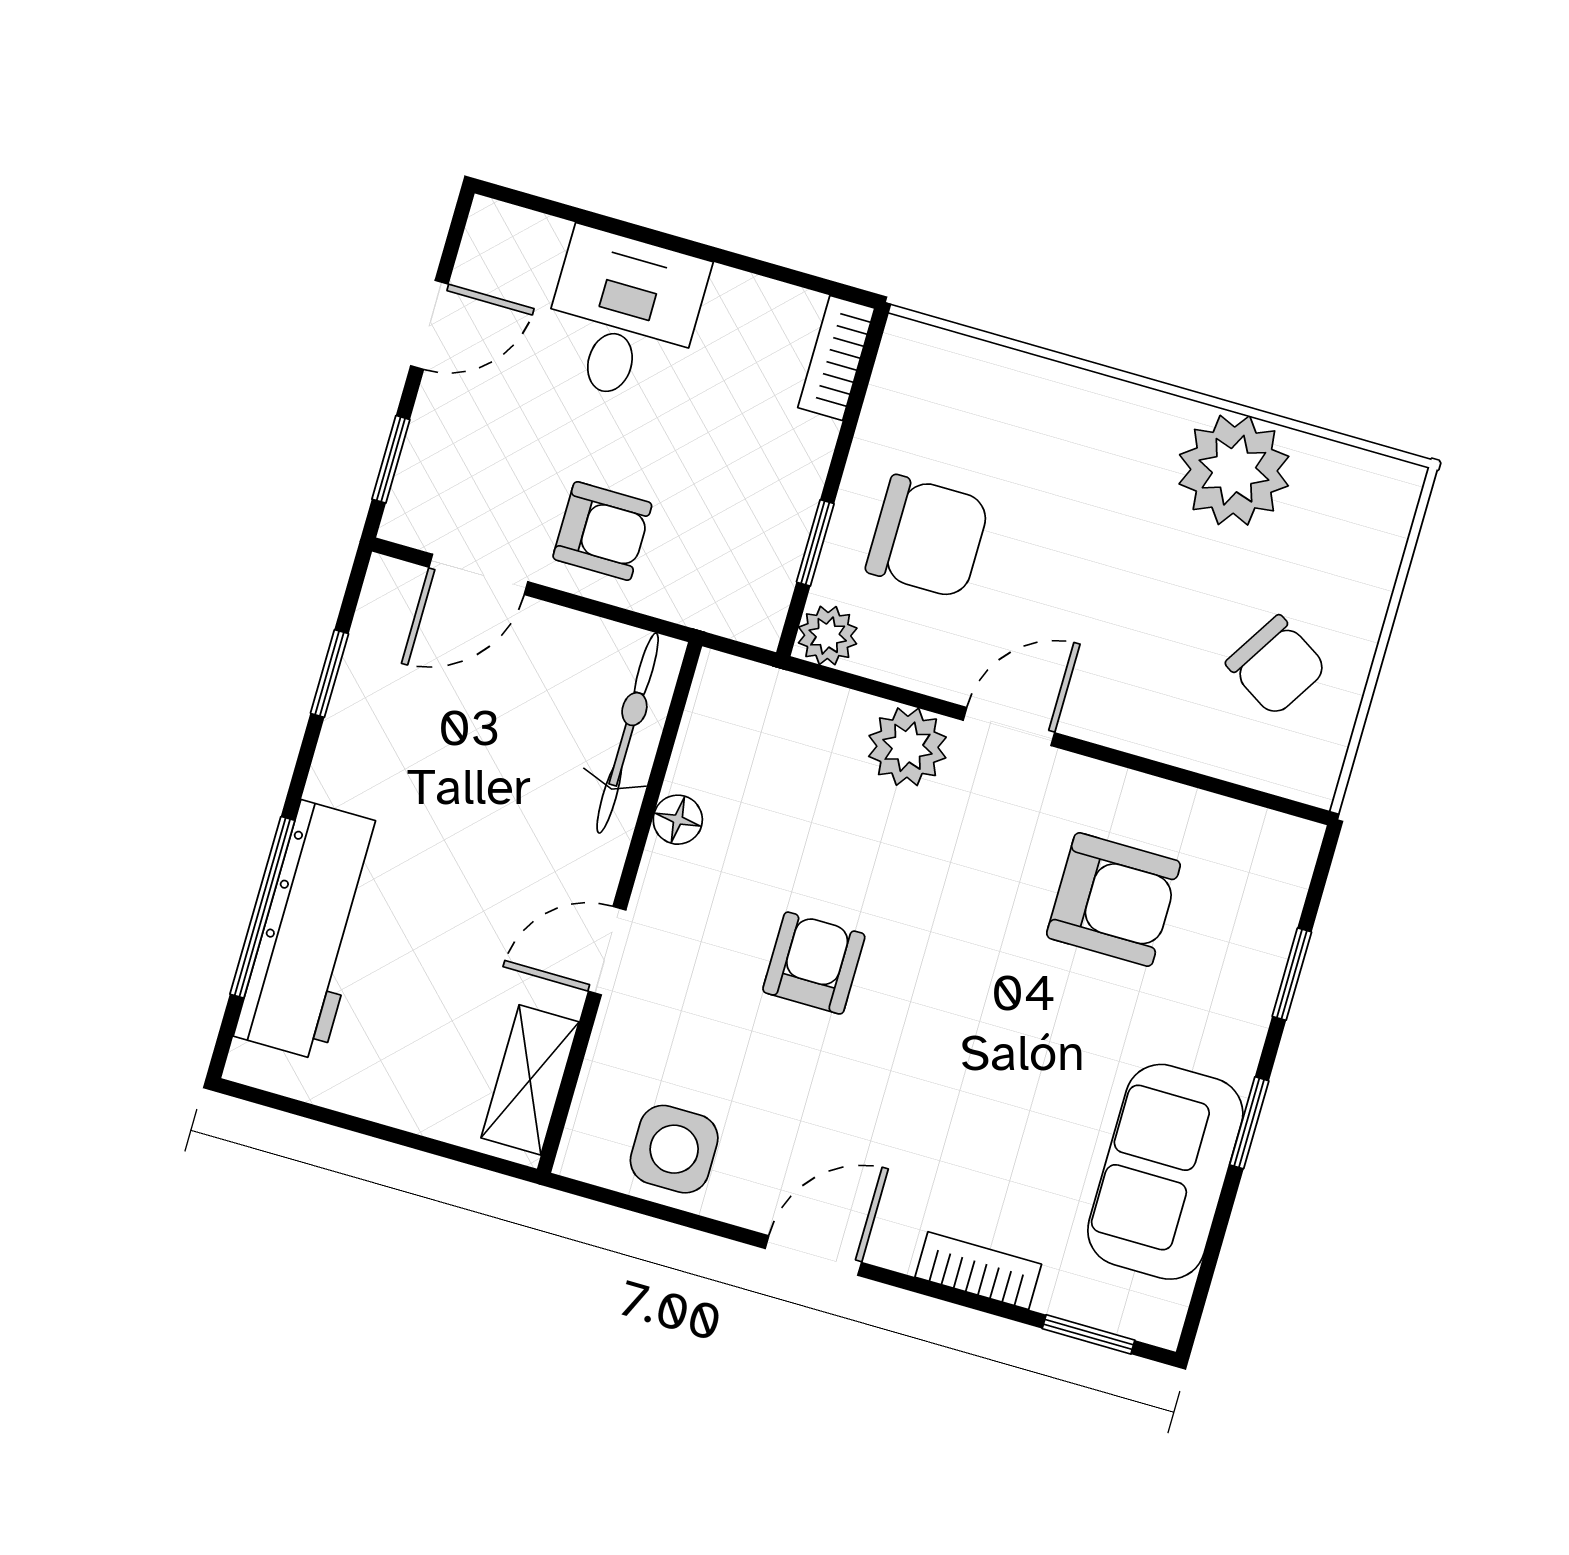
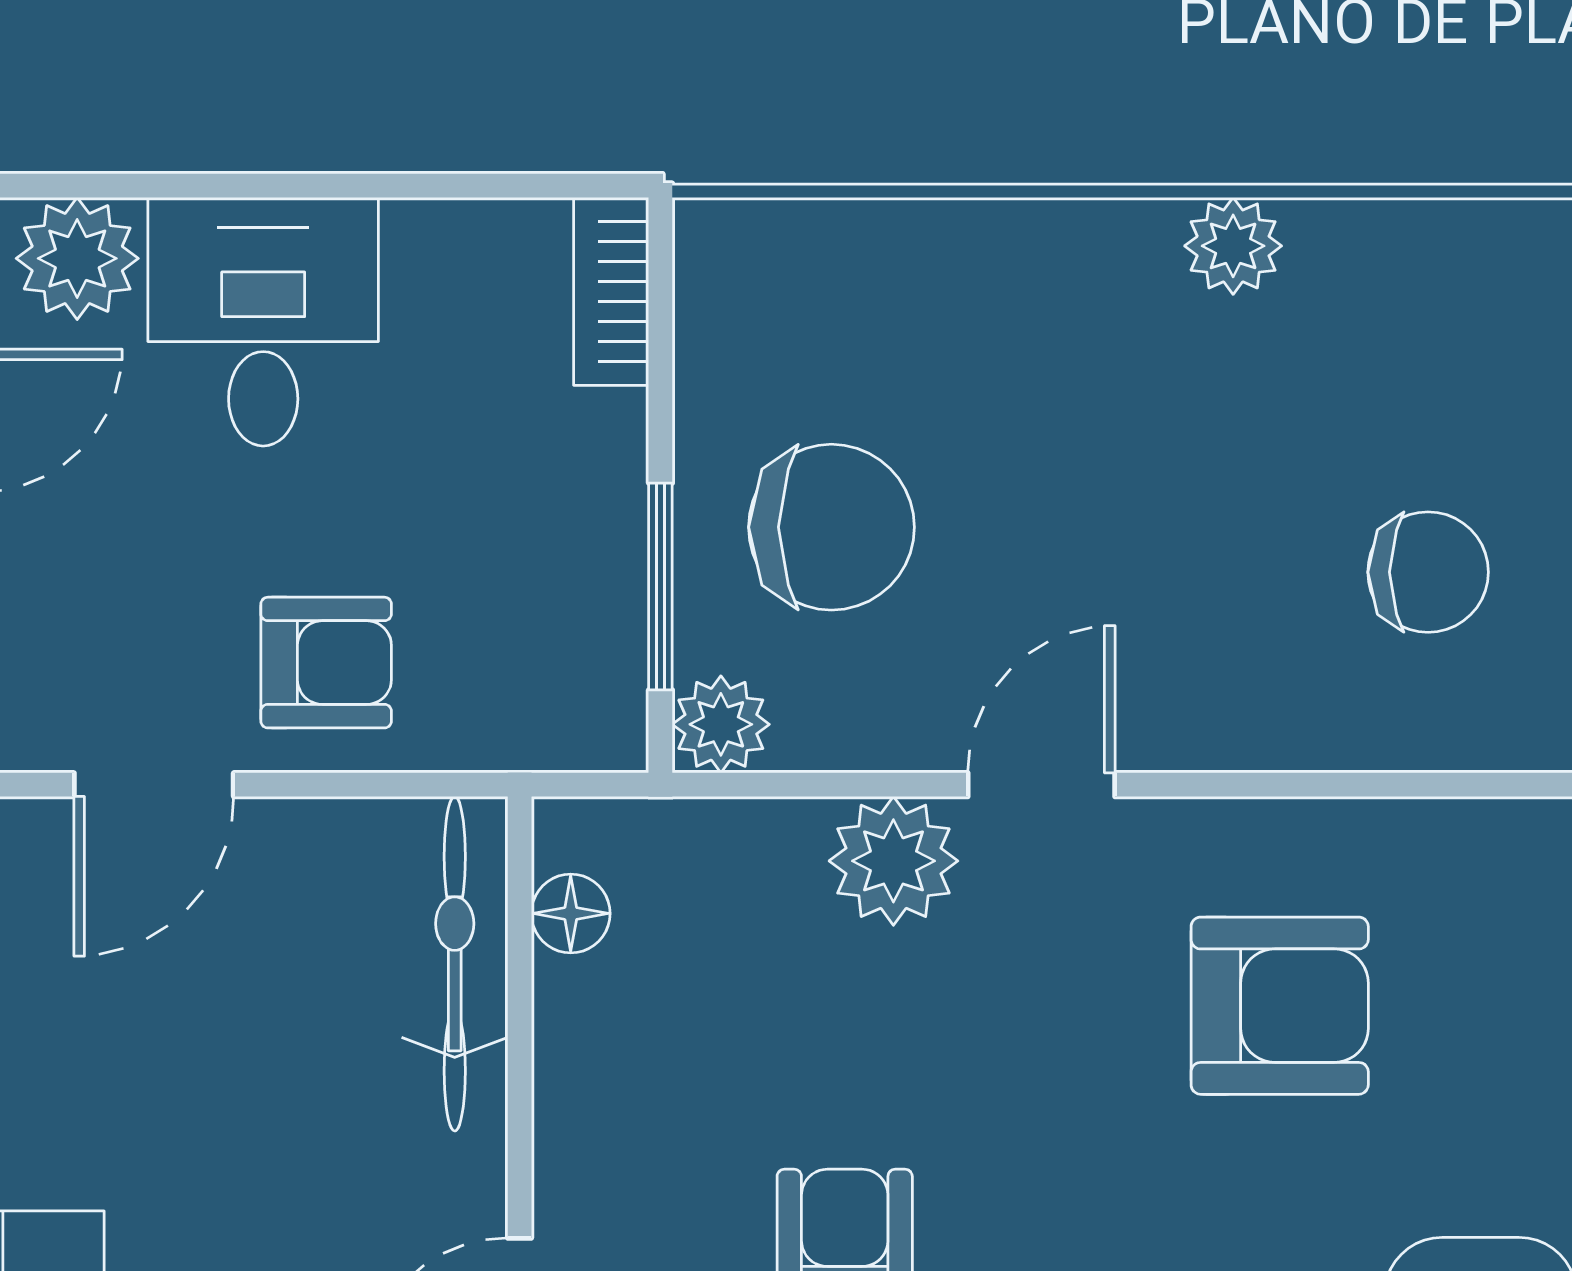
plant: (523, 247) -> (77, 258), added
plant: (1234, 470) -> (1233, 246), width x0.53, depth x0.53
window: (815, 543) -> (660, 587), width x1.50
chair: (1276, 666) -> (1428, 572), turned -32
floor lamp: (678, 820) -> (571, 913), moved

